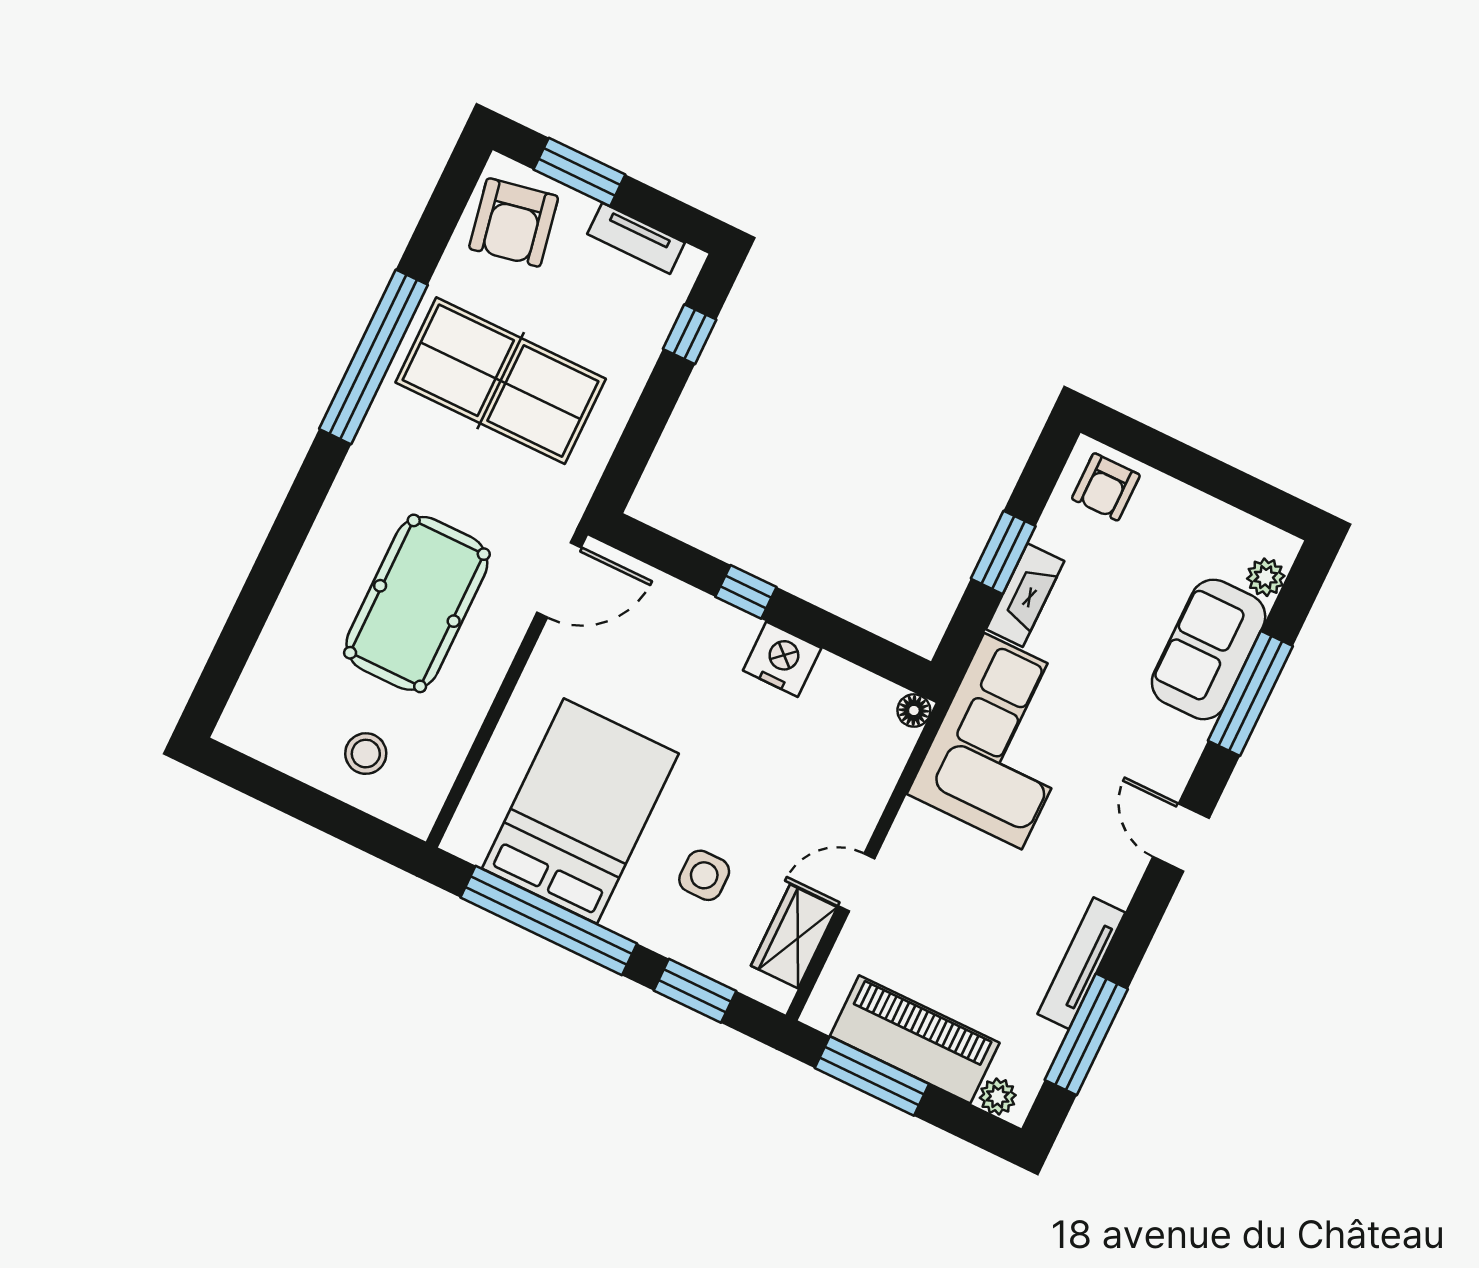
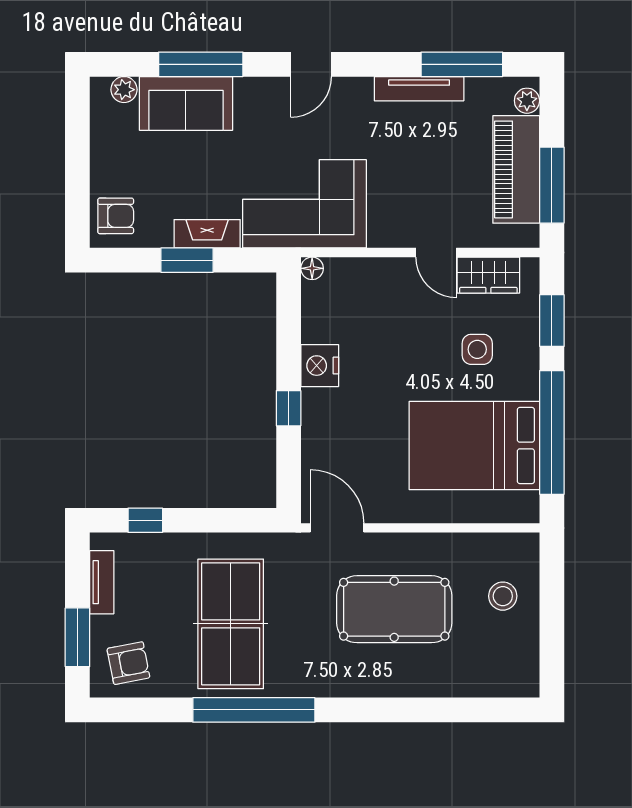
armchair: (514, 222) -> (128, 663), width x0.72, depth x0.72

